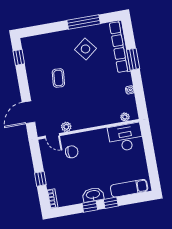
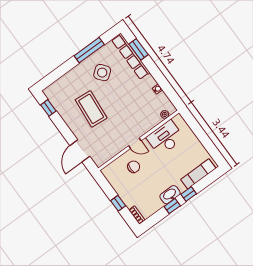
window: (133, 59) -> (139, 49), moved
coffee table: (58, 78) -> (91, 109), width x1.86, depth x1.72
plant: (66, 127) -> (118, 148), removed
door: (52, 136) -> (135, 143), moved
desk: (126, 137) -> (165, 138), moved

